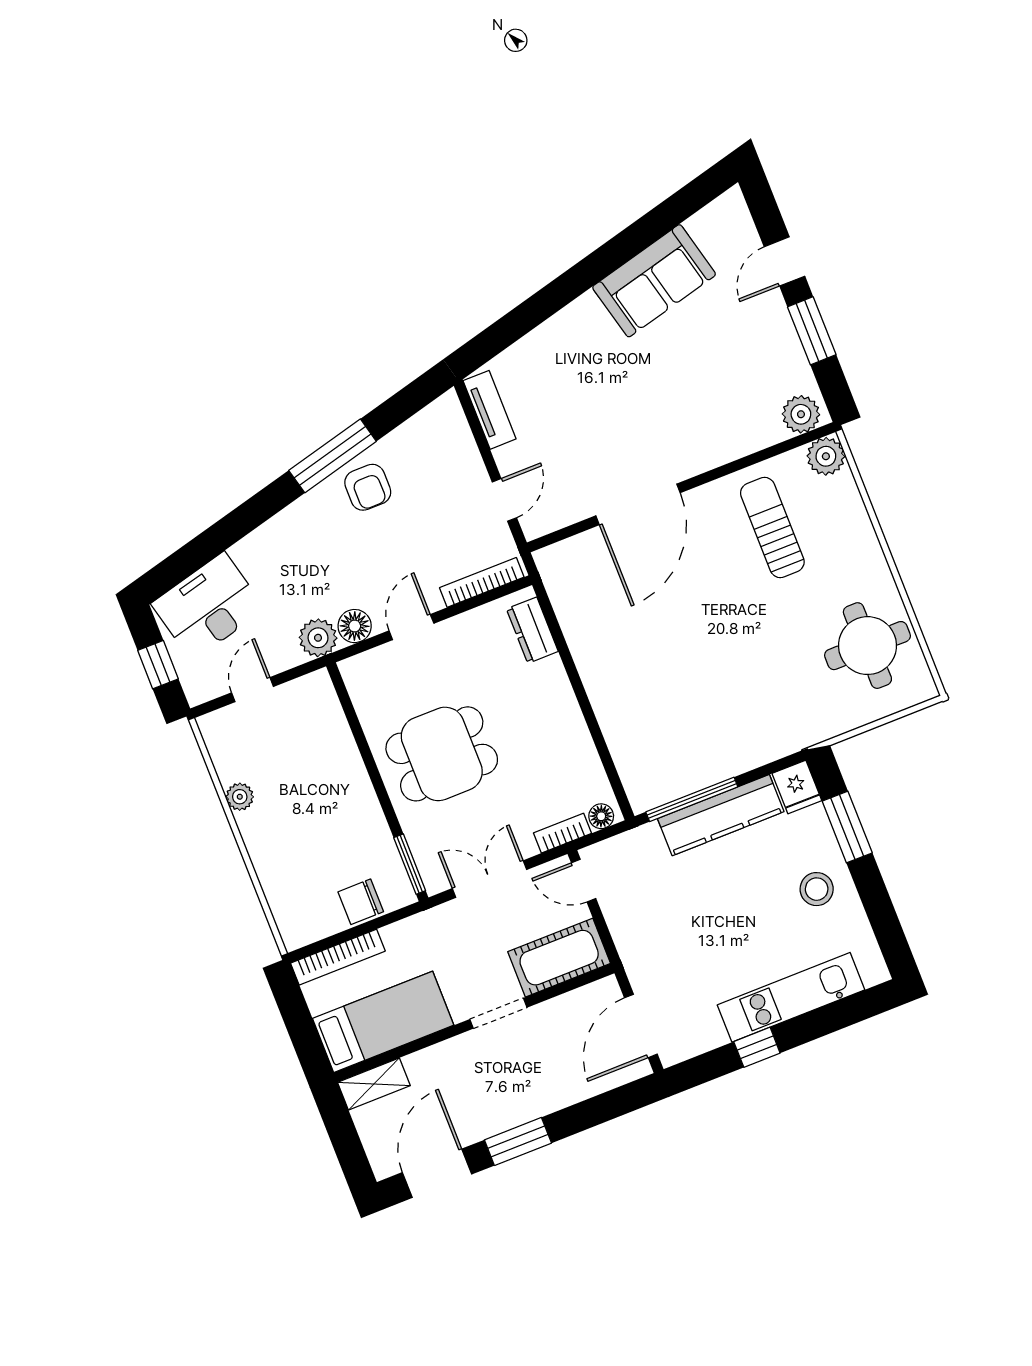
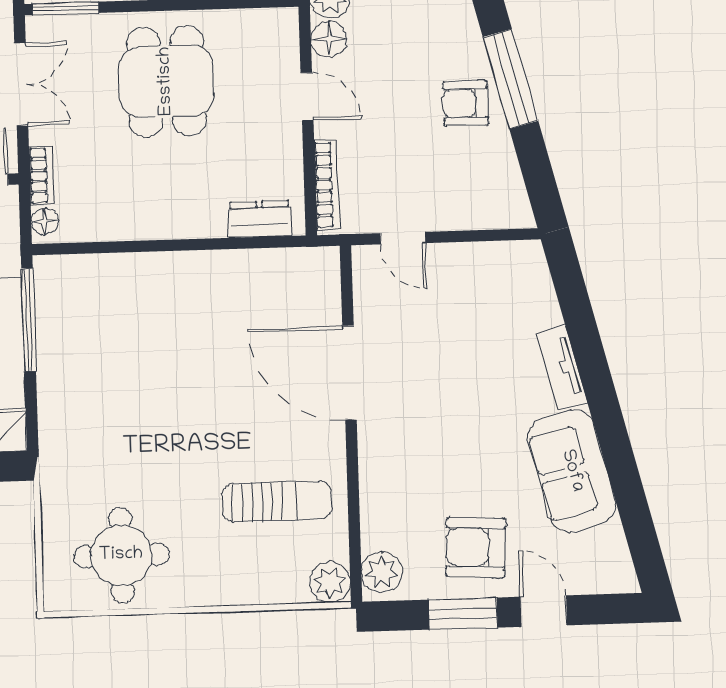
armchair: (750, 340) -> (476, 547), added
tv unit: (490, 410) -> (562, 368), moved, turned 76

